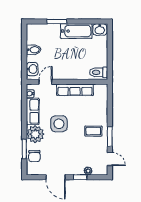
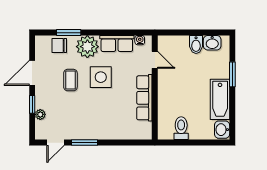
washbasin: (32, 69) -> (212, 43), moved
toilet: (99, 72) -> (181, 128), moved
coffee table: (93, 131) -> (70, 80), moved

